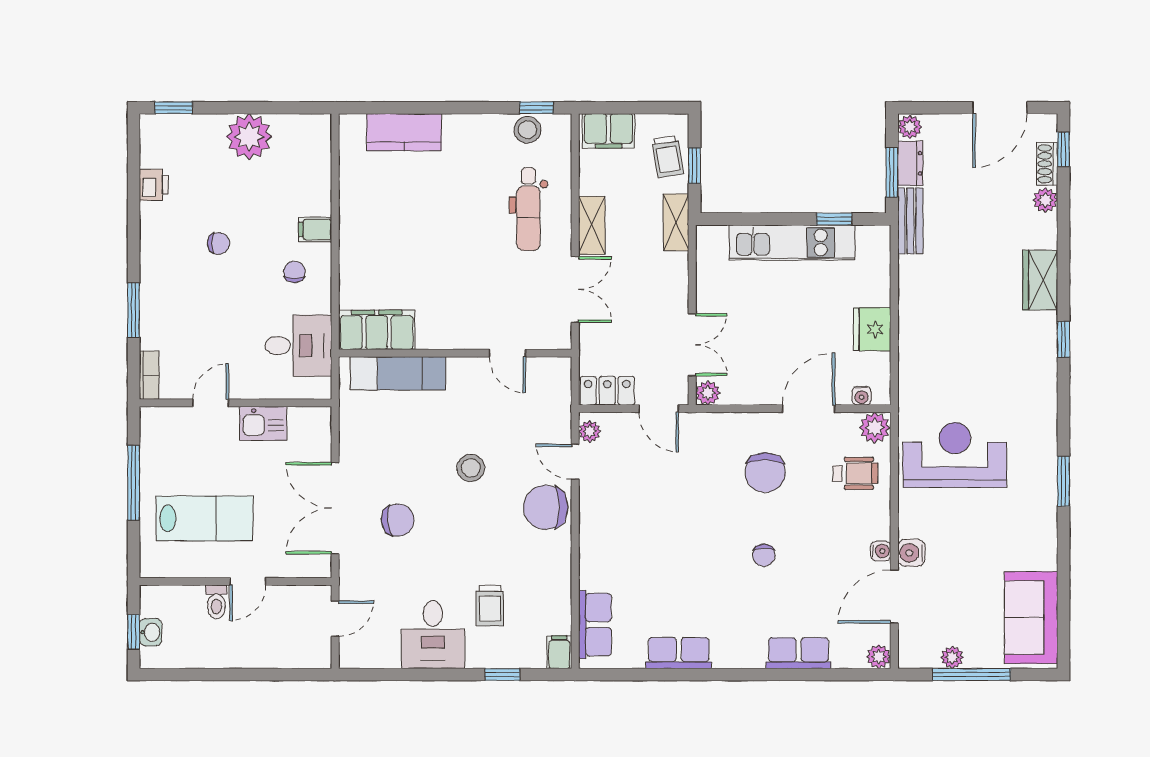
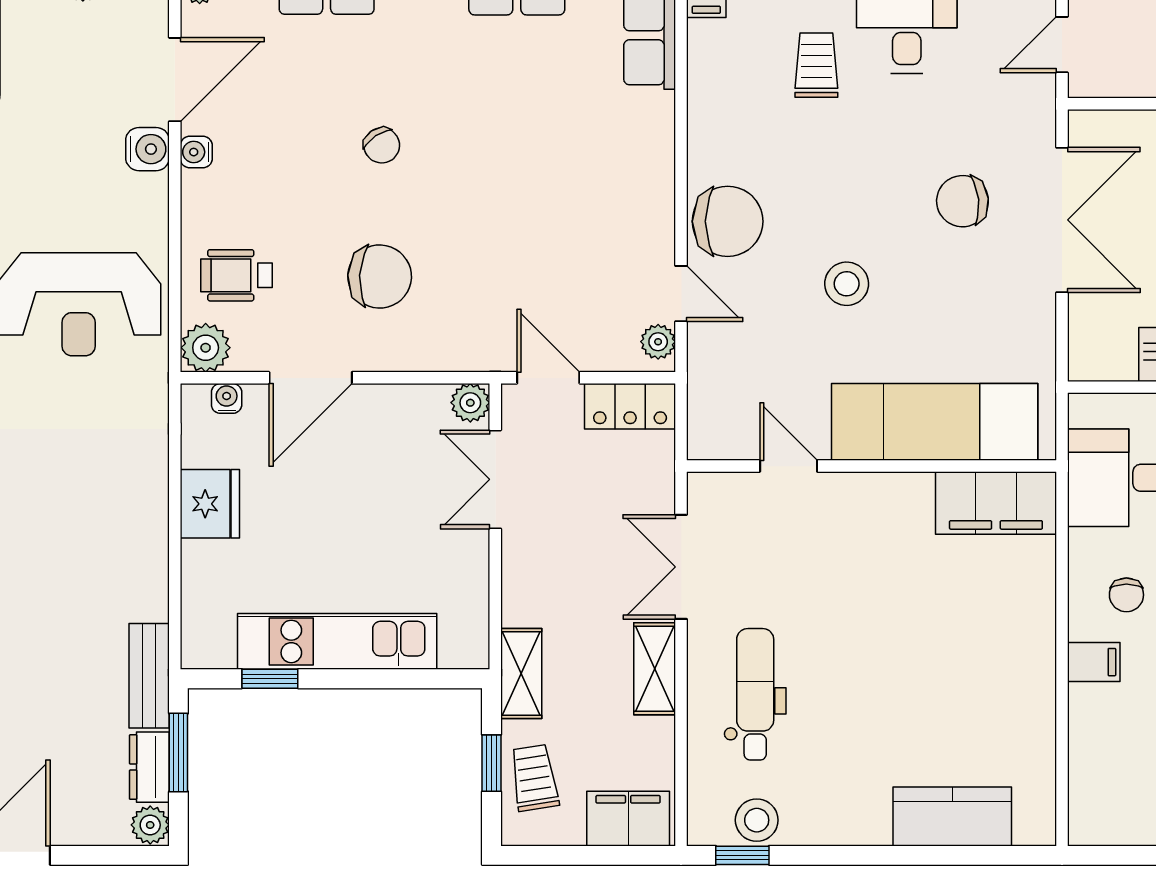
exam couch: (398, 373) -> (935, 422), width x1.36, depth x1.45
chair: (765, 473) -> (380, 277), turned 92
chair: (764, 555) -> (382, 145), turned 146

